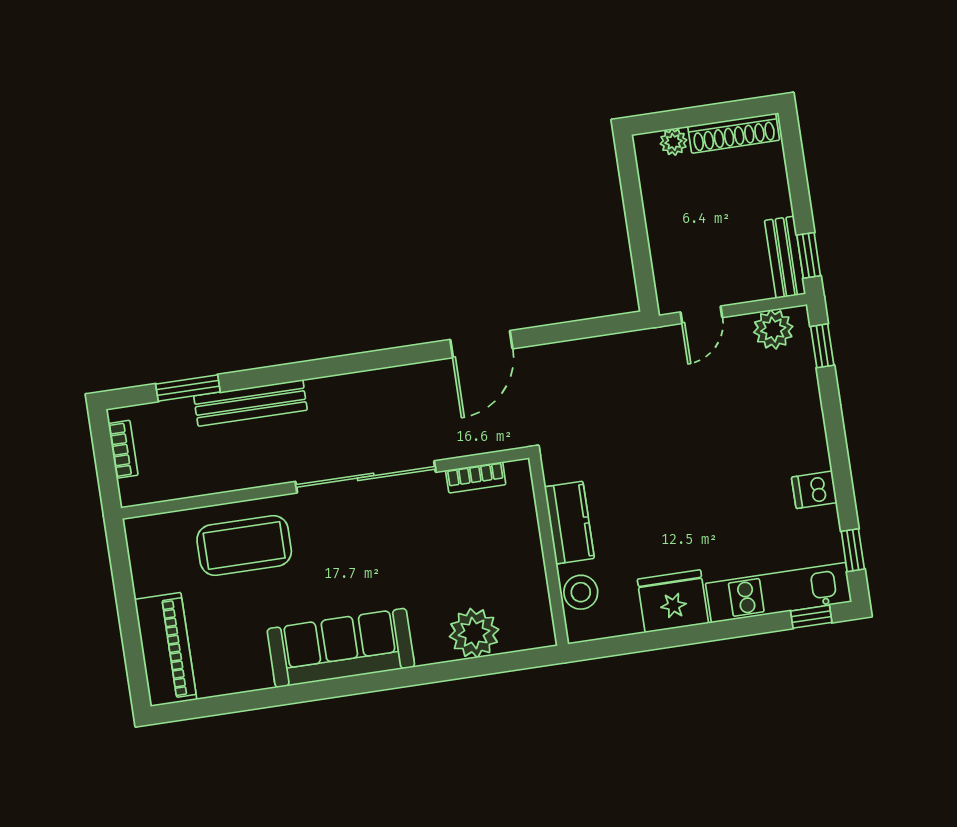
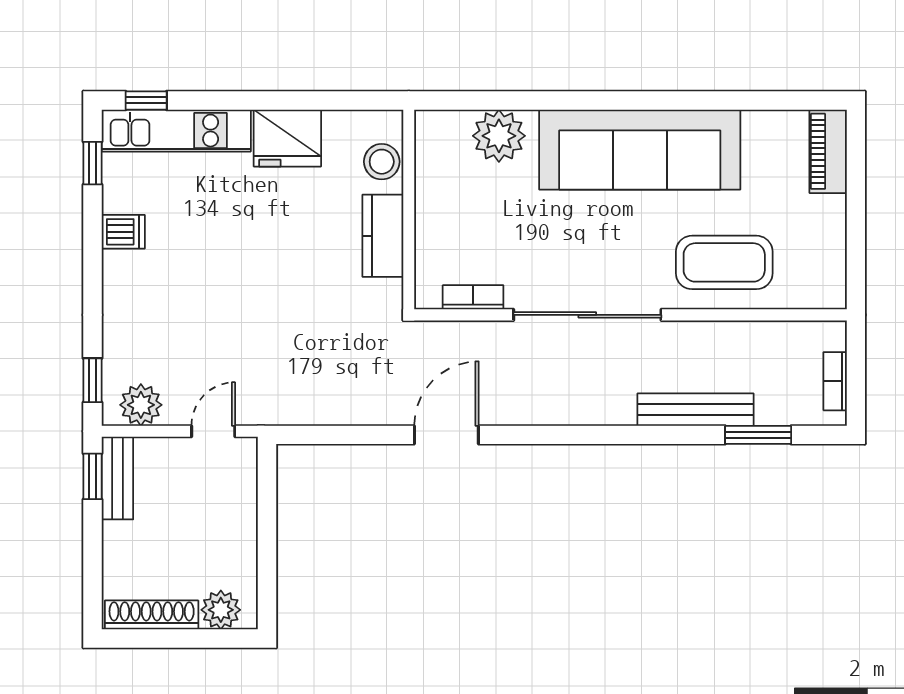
plant: (673, 142) -> (221, 610), width x1.38, depth x1.38
sofa: (341, 648) -> (640, 150), width x1.36, depth x1.27
piano: (166, 650) -> (828, 151), width x0.73, depth x0.75

